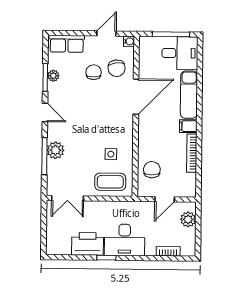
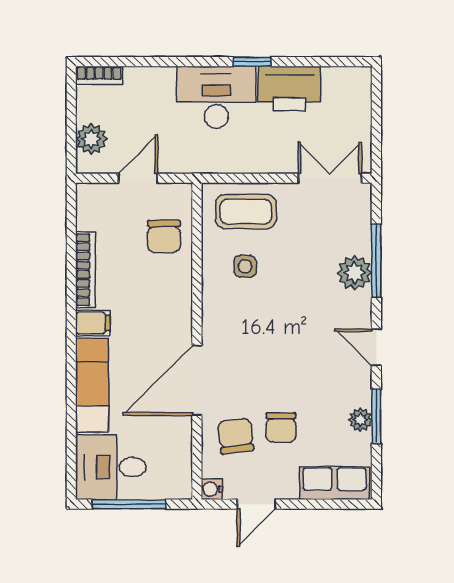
bookcase: (168, 251) -> (99, 75), moved

